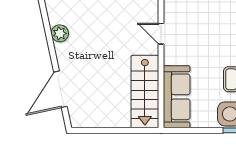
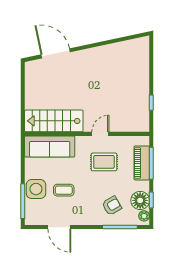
rug: (196, 29) -> (104, 162), added
plant: (60, 33) -> (101, 53), removed

